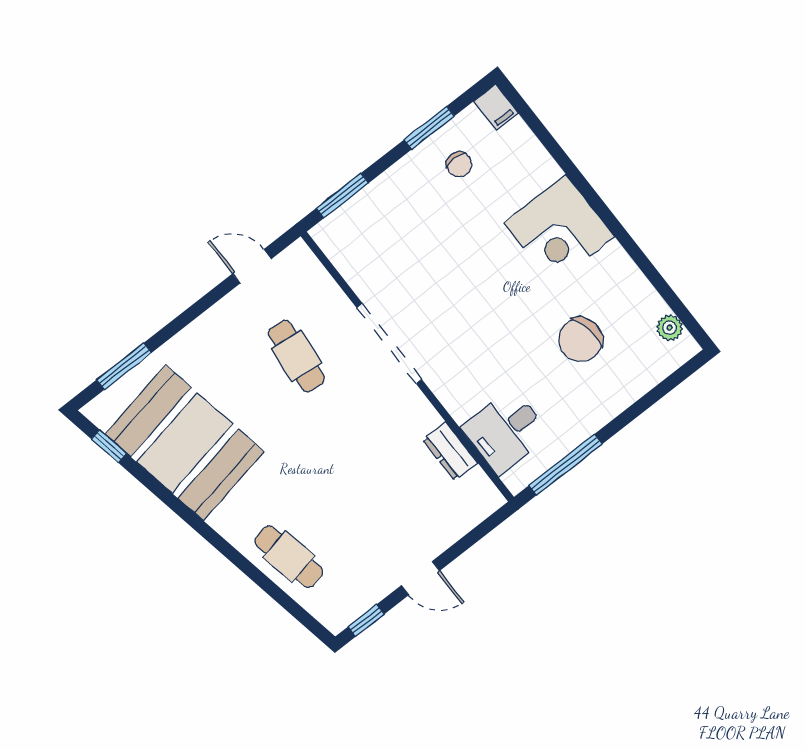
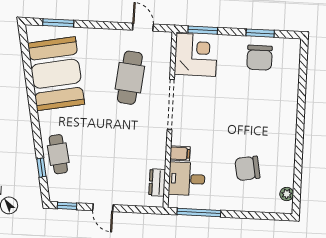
filing cabinet: (496, 107) -> (180, 153), moved, turned -90
chair: (459, 164) -> (260, 58), width x1.87, depth x1.87
corner desk: (559, 230) -> (196, 55), moved, turned 180
cafe table: (296, 356) -> (130, 78), width x1.37, depth x1.35
window: (109, 446) -> (41, 168), moved
dresser: (450, 451) -> (157, 182), moved

